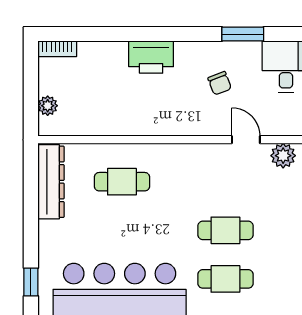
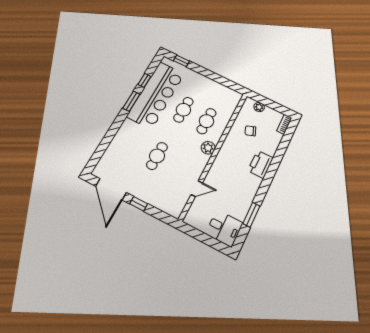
chair: (220, 83) -> (250, 131), moved
plant: (283, 156) -> (208, 148), moved
dresser: (51, 182) -> (223, 91), removed
cafe table: (225, 279) -> (183, 110), moved

